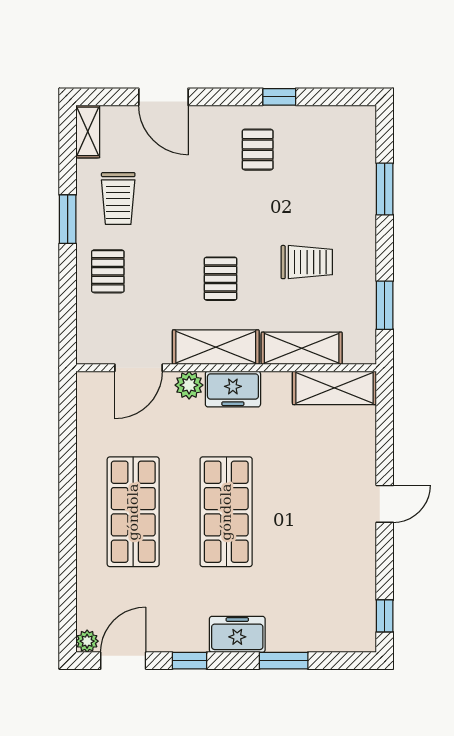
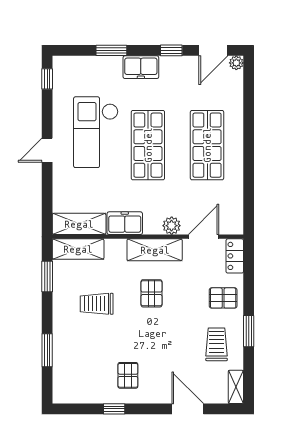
pallet: (108, 271) -> (223, 298), turned 90
locker: (90, 337) -> (235, 256), added
shelving: (302, 348) -> (78, 249), moved
freezer: (233, 389) -> (125, 223), moved
checkout: (308, 532) -> (96, 132), added

